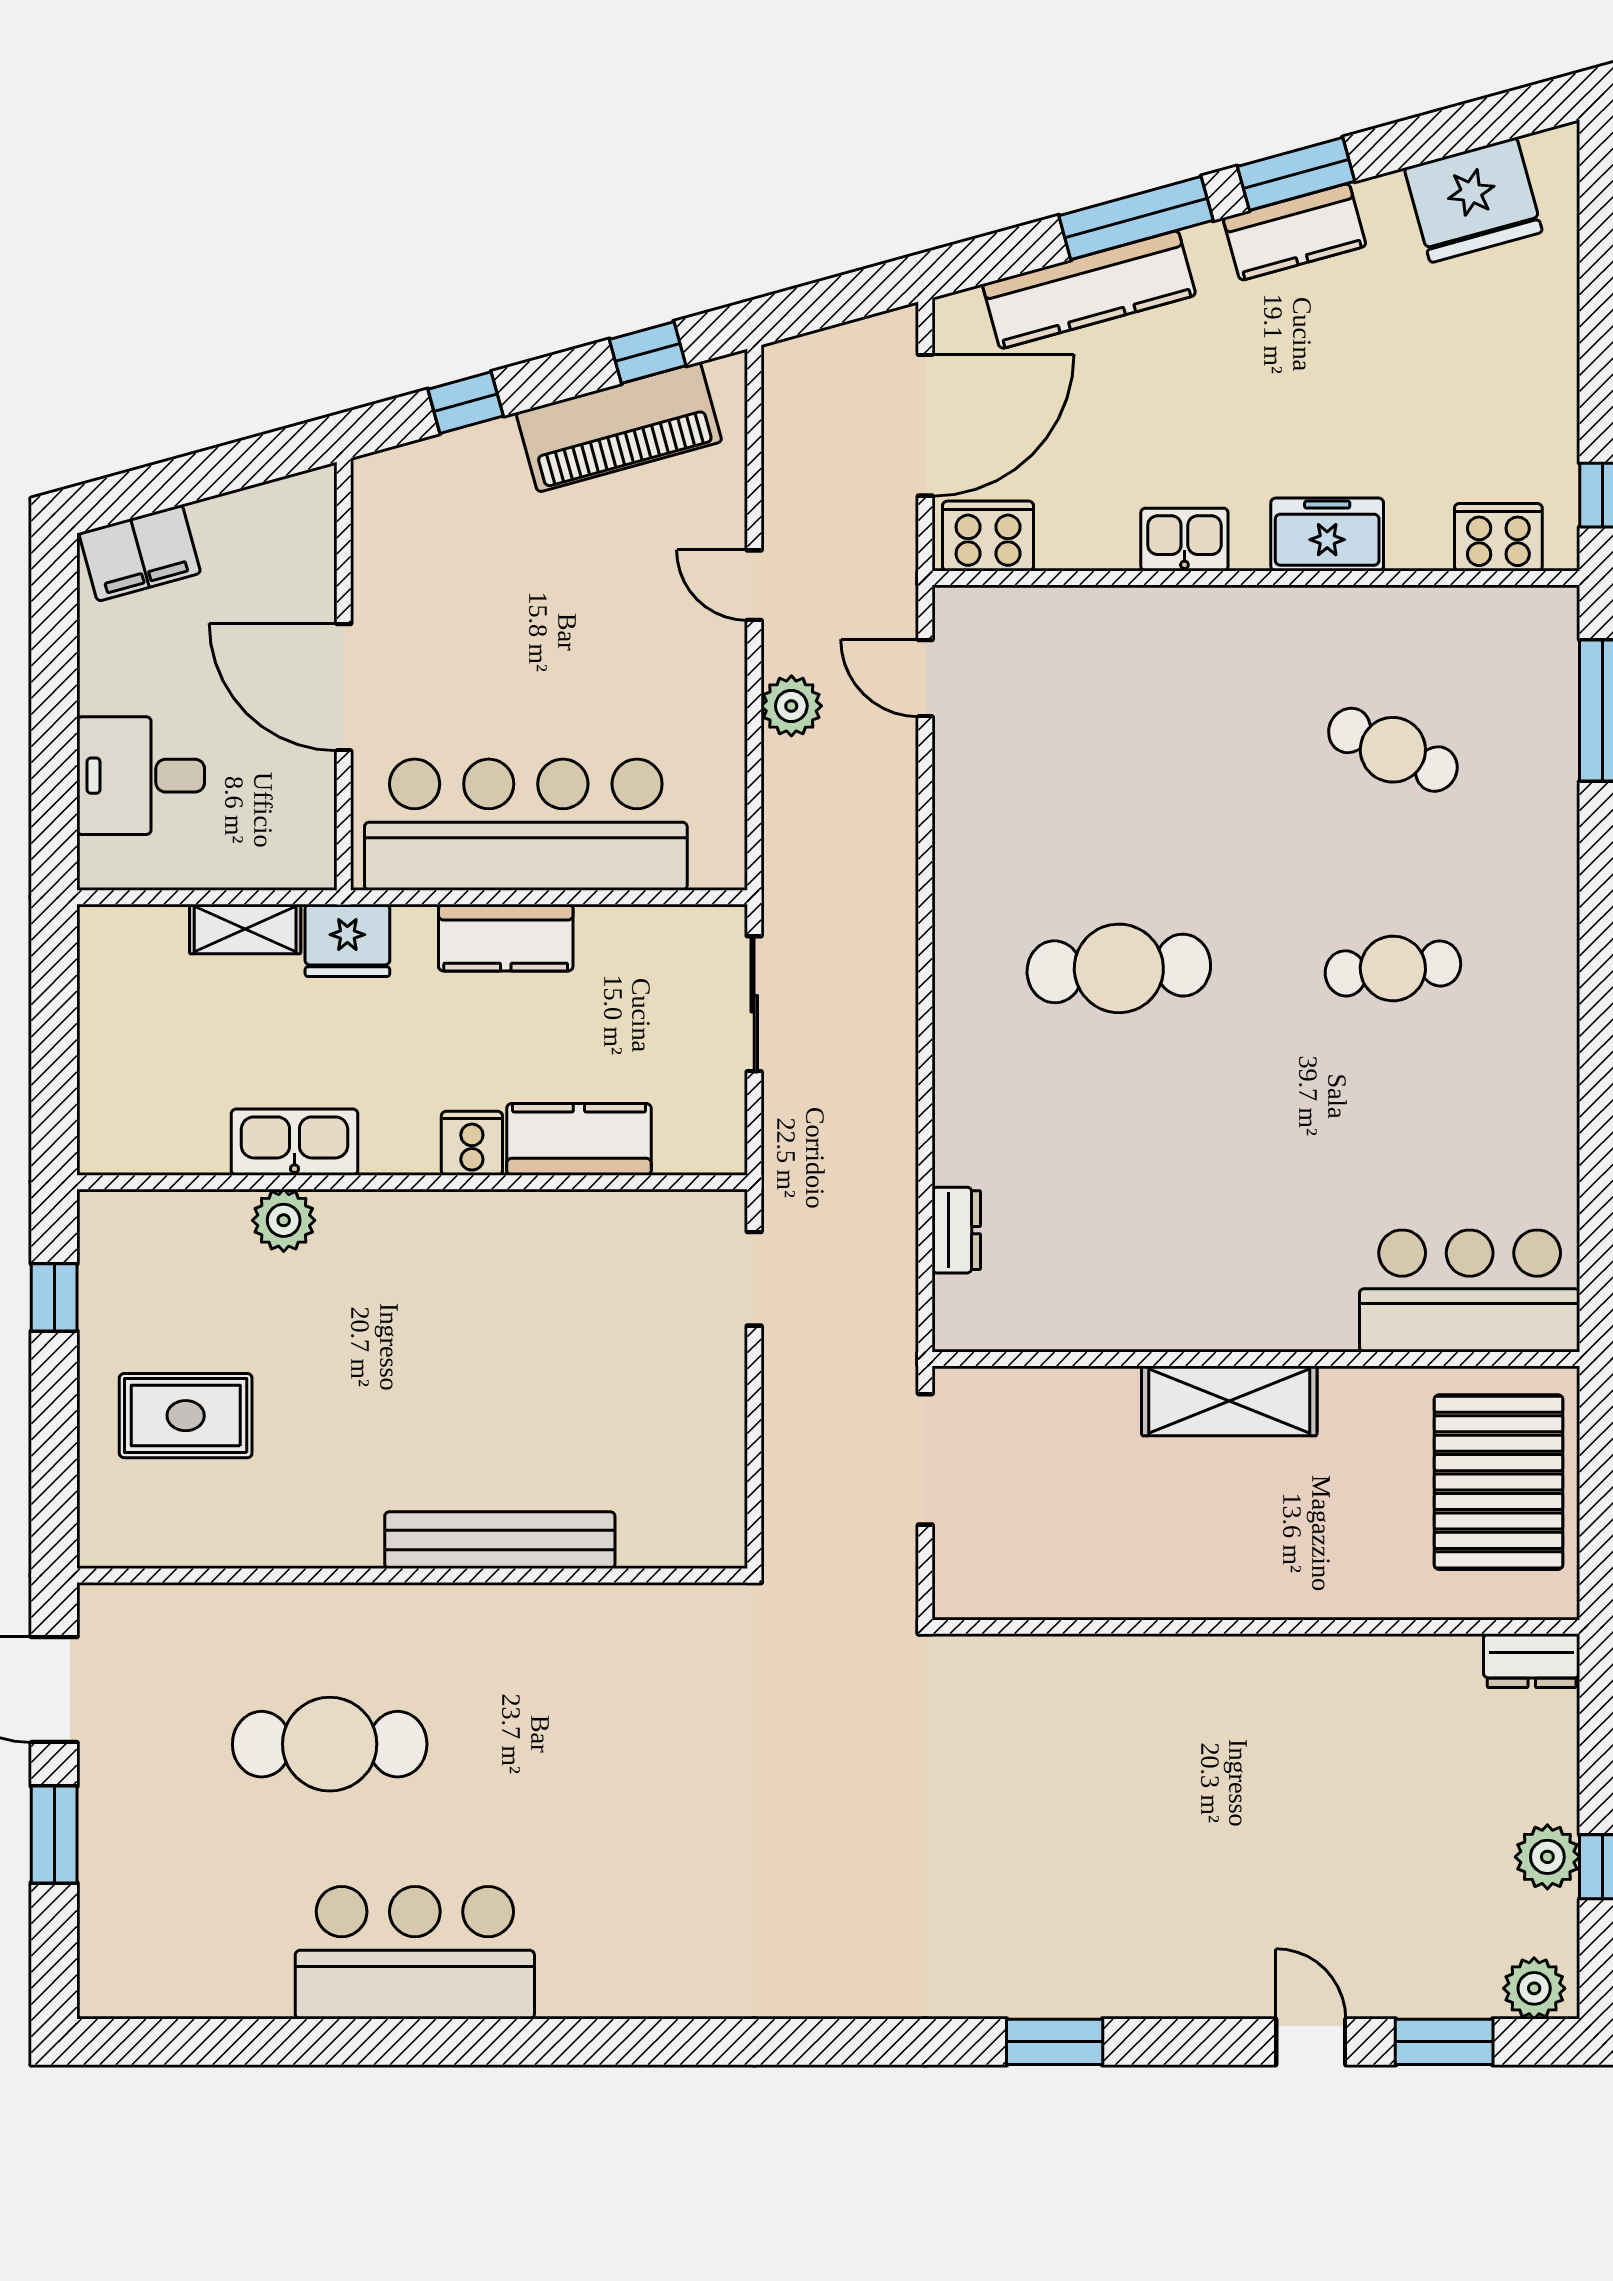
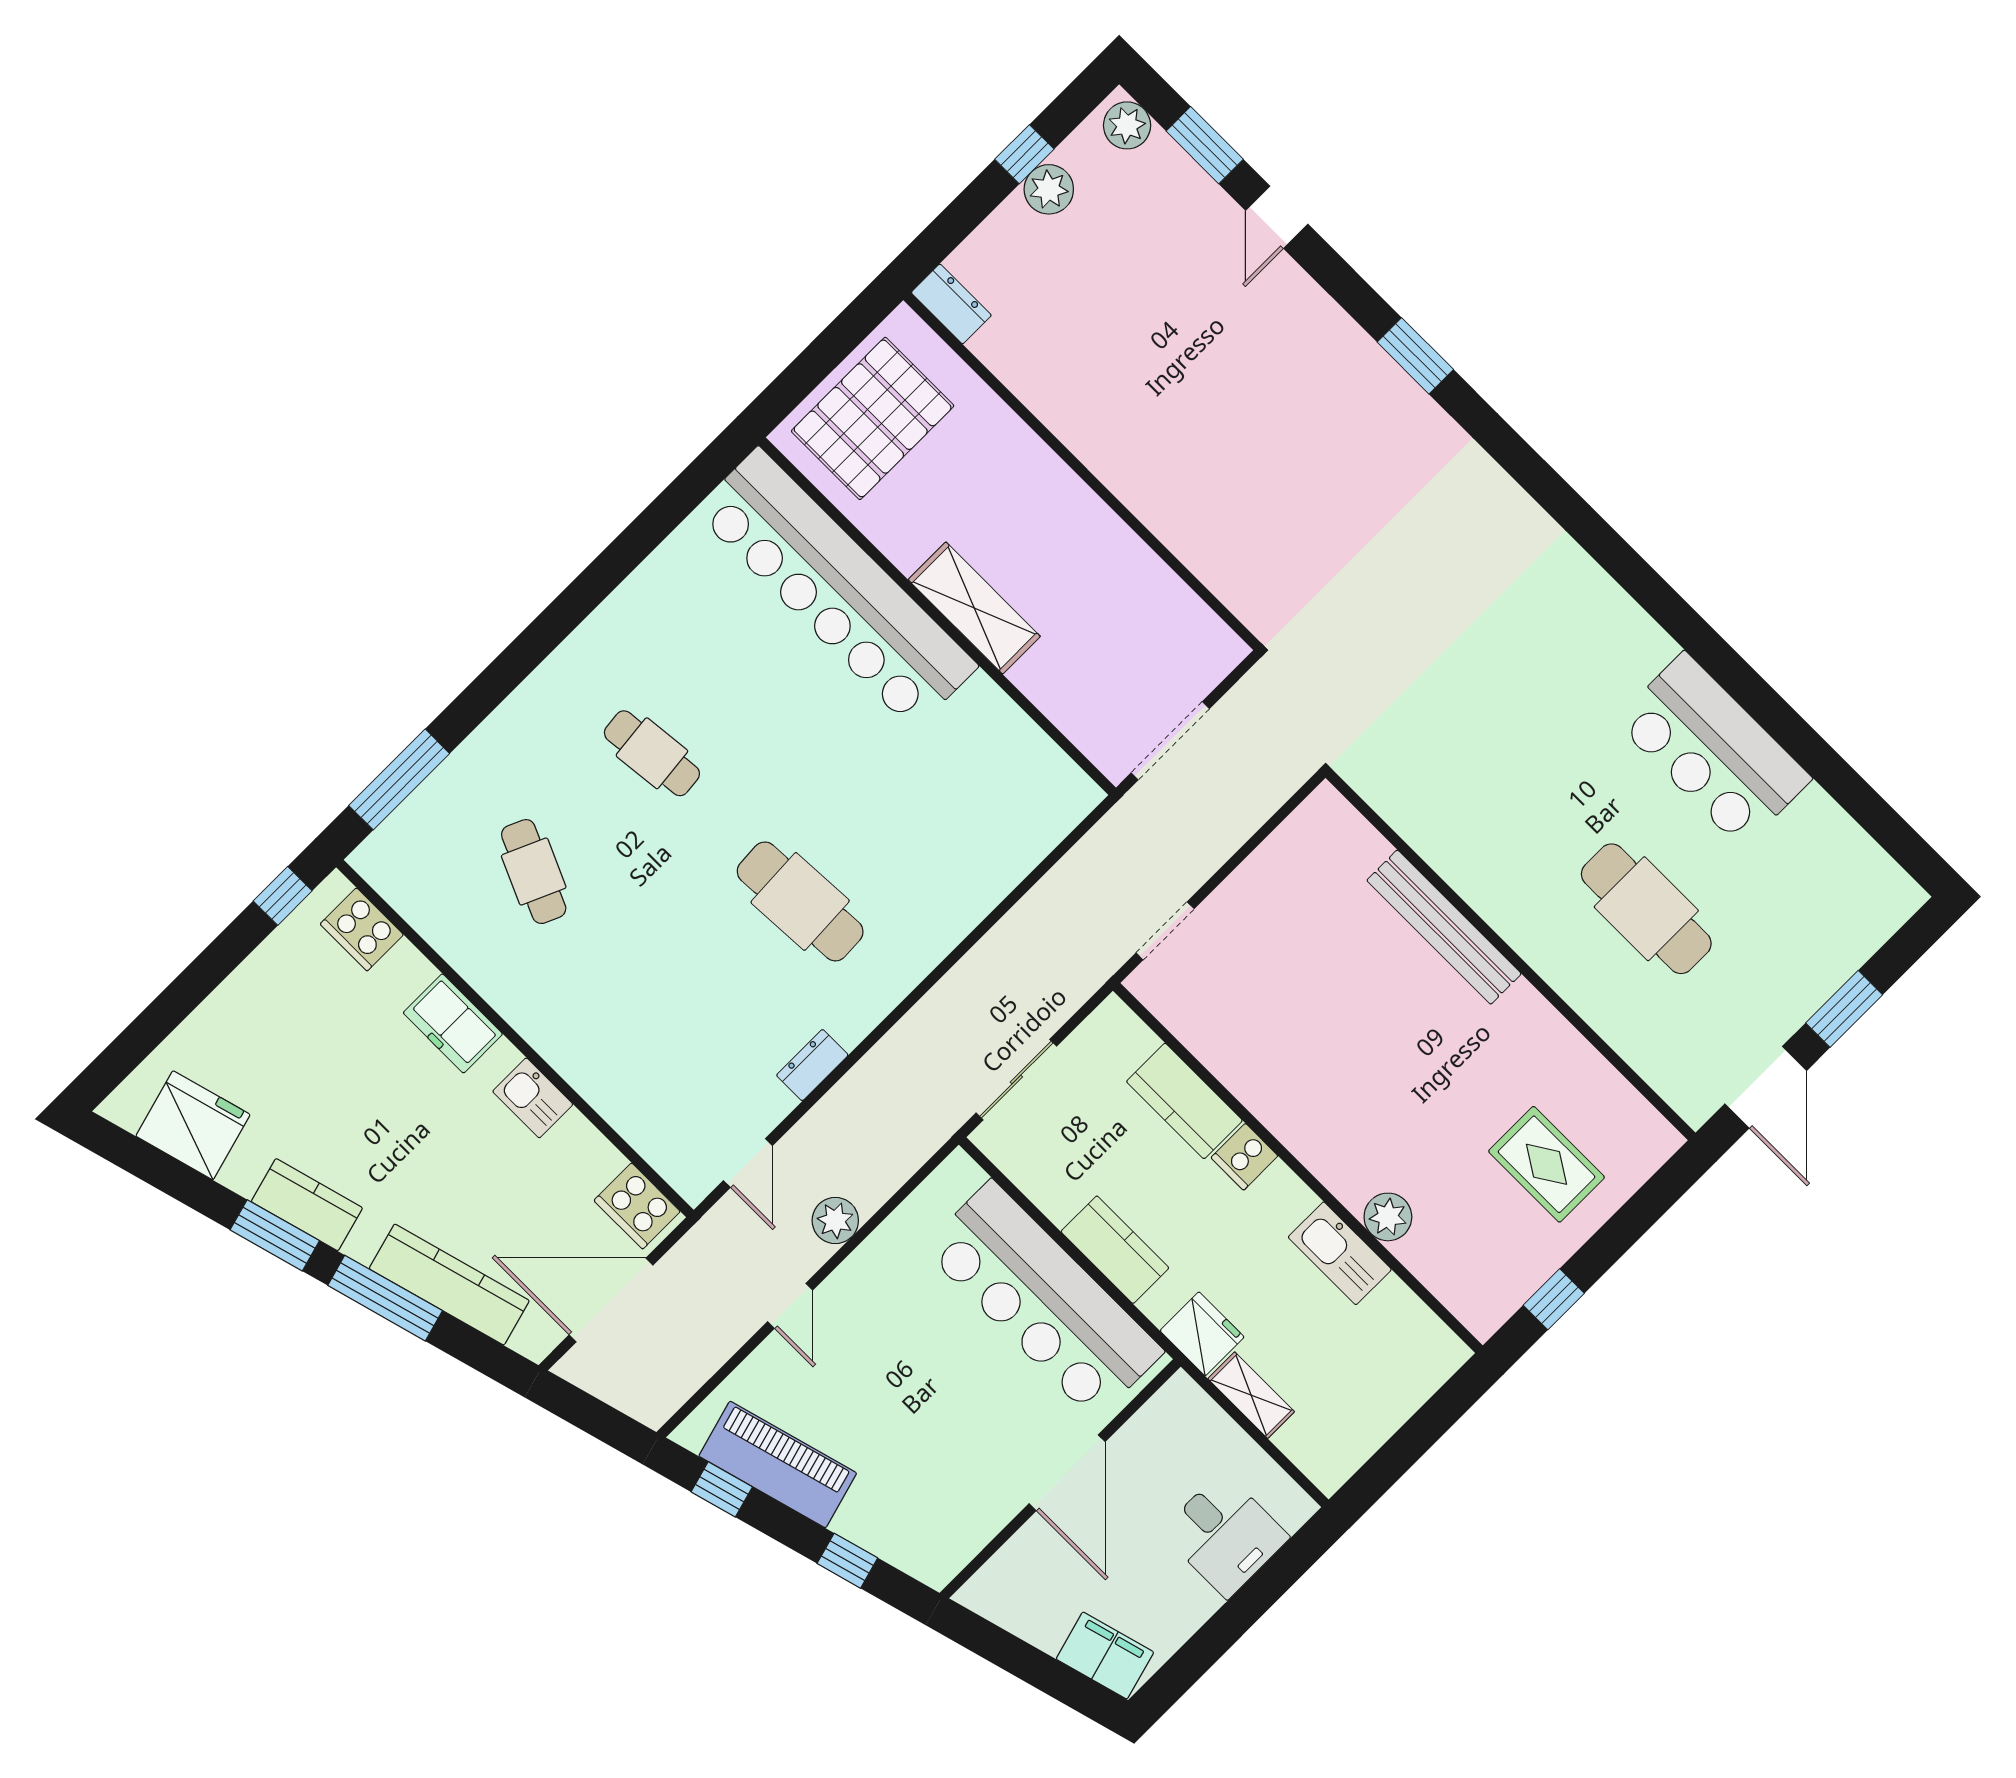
dresser: (956, 1230) -> (812, 1065), moved
bar counter: (1470, 1291) -> (836, 589), width x1.86

